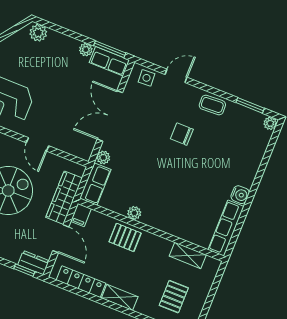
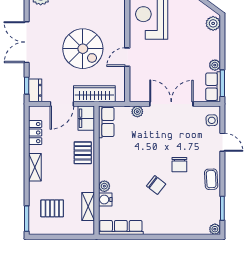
chair: (182, 134) -> (179, 165), turned 180
chair: (194, 169) -> (156, 185), added
row of seats: (95, 184) -> (106, 122), moved, turned -90
water cooler: (240, 195) -> (105, 200), moved, turned 90
plant: (134, 213) -> (104, 186), moved
filing cabinet: (81, 215) -> (86, 118), width x2.00
locker: (81, 282) -> (35, 133), width x0.66

